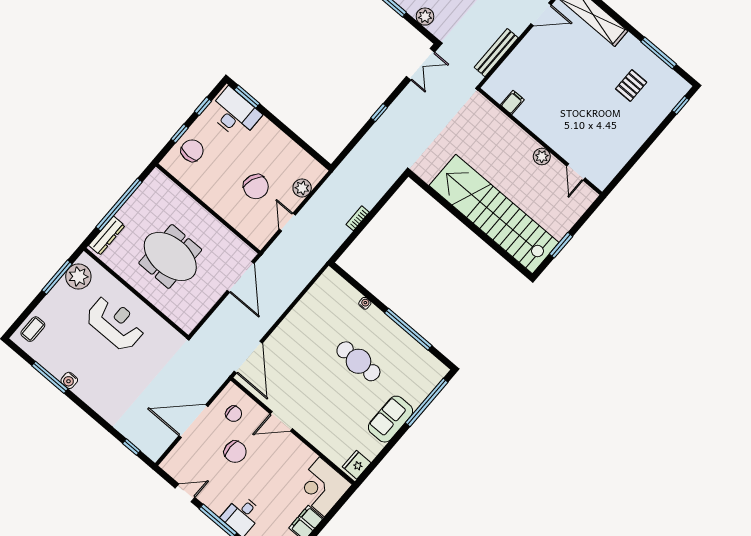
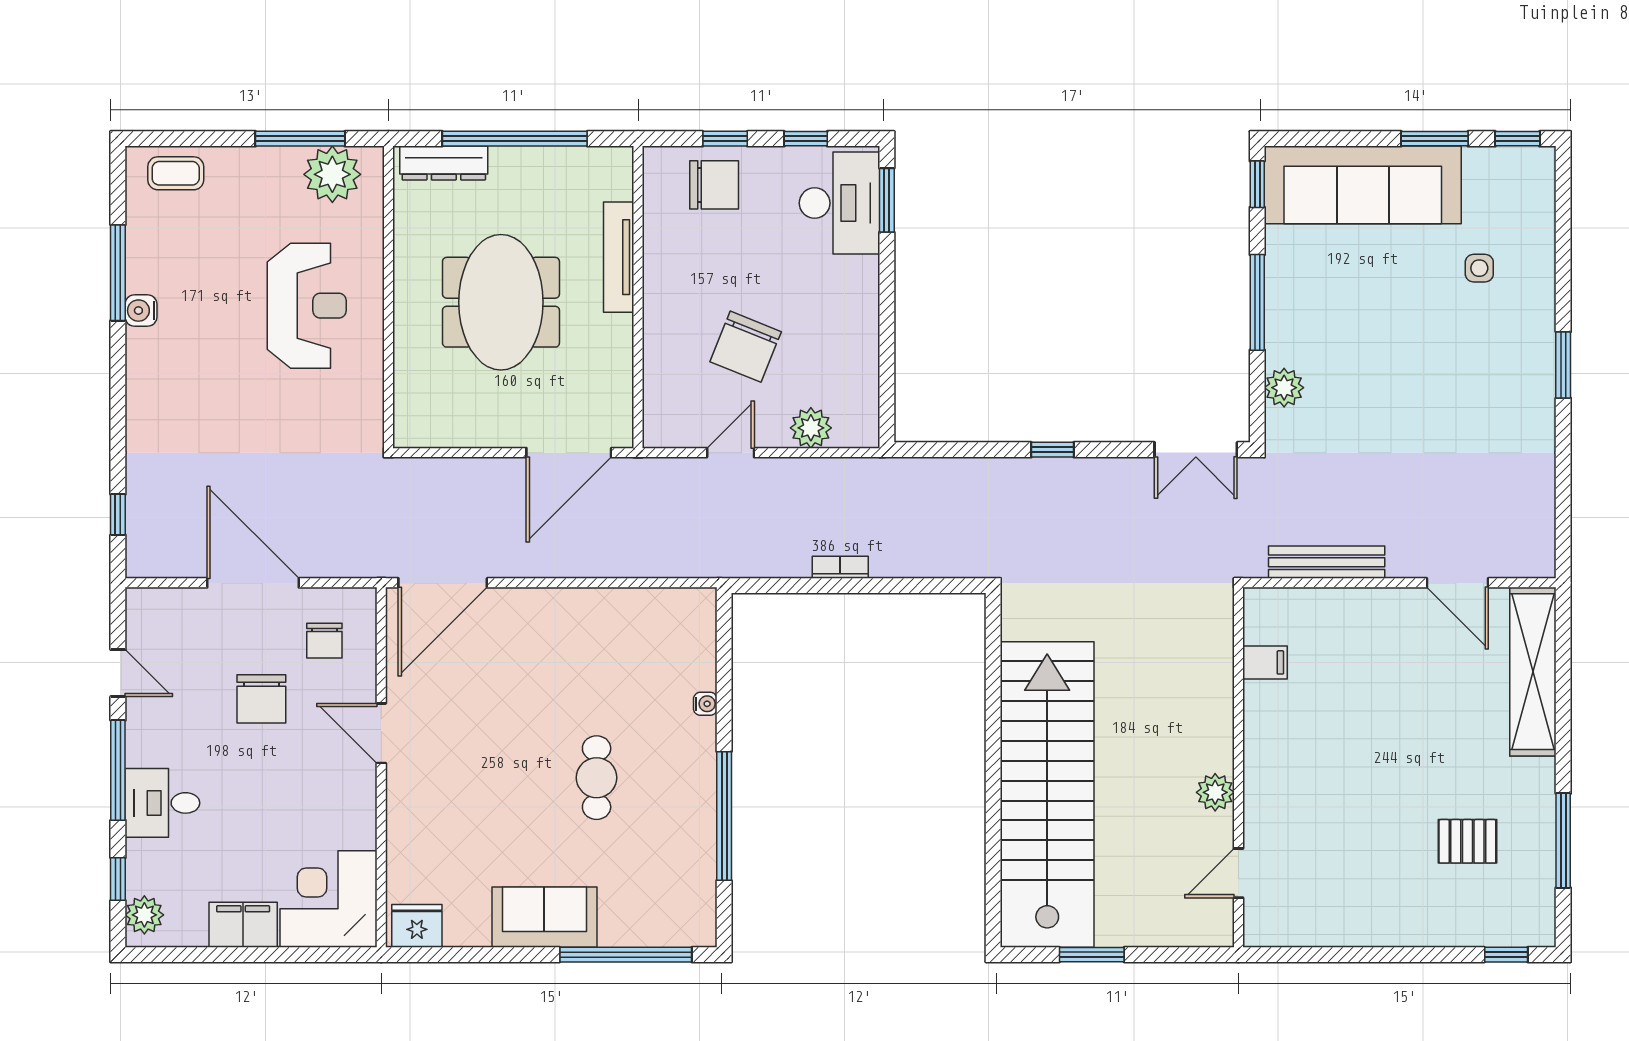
tv unit: (189, 204) -> (619, 257), added
cafe table: (358, 361) -> (597, 778), width x0.73, depth x0.74

